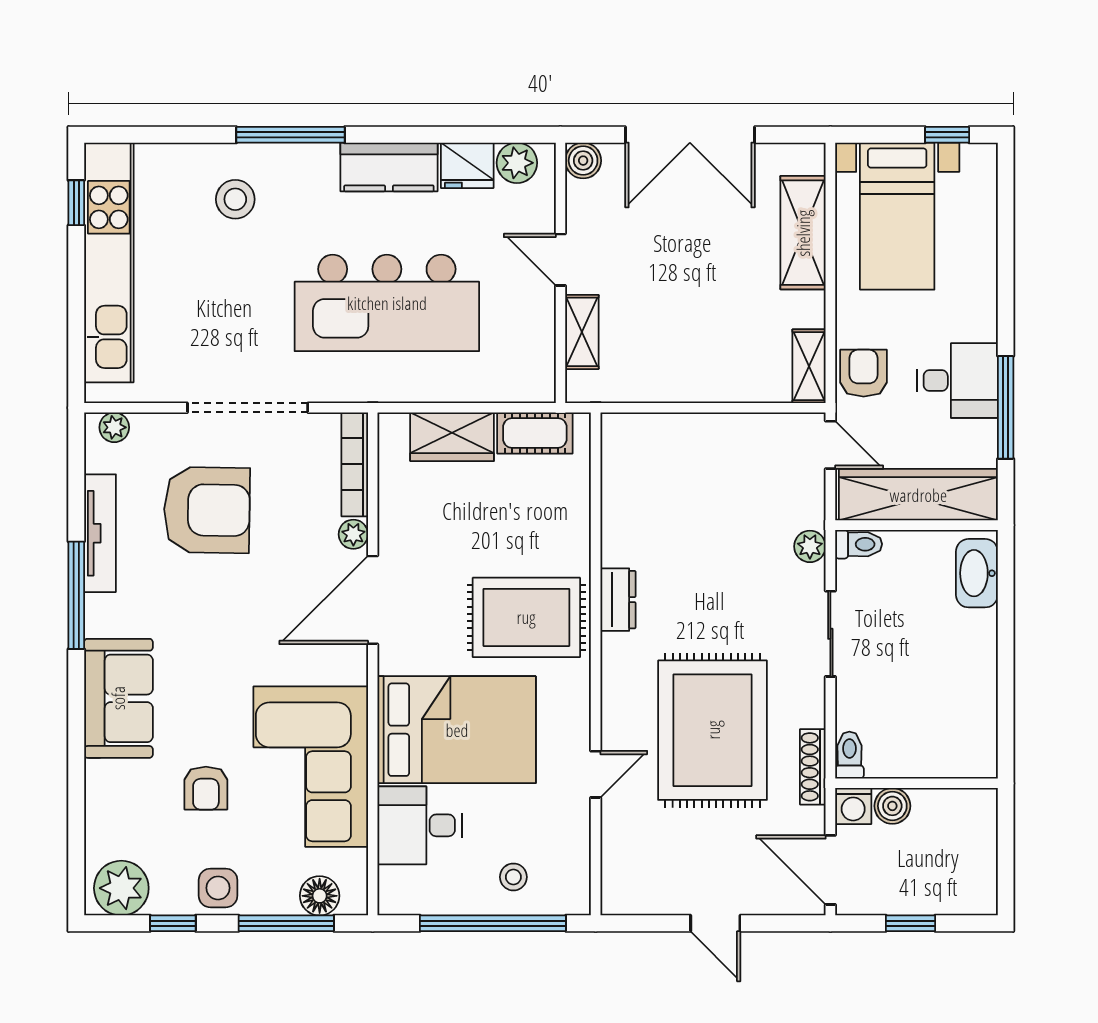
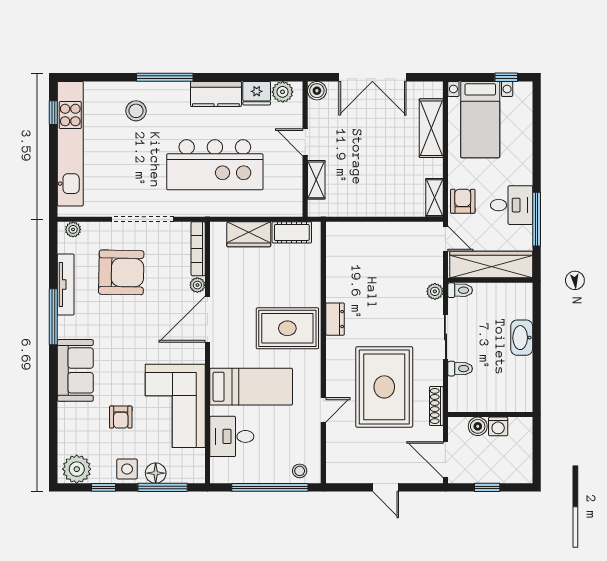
washbasin: (977, 573) -> (522, 338), moved
bed: (457, 730) -> (251, 387), width x0.67
toilet: (849, 755) -> (460, 369), moved, turned 90
washing machine: (853, 806) -> (498, 426), moved
stool: (513, 877) -> (300, 471), moved
floor lamp: (320, 896) -> (156, 473), moved

